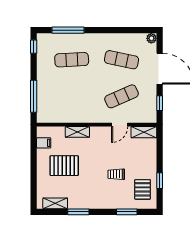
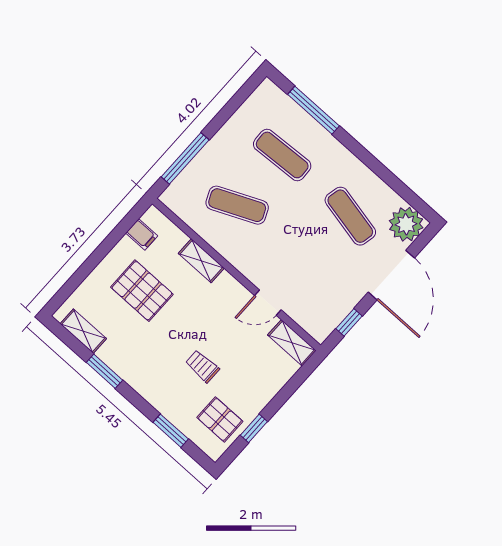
plant: (151, 38) -> (406, 224), width x1.87, depth x1.87
window: (34, 47) -> (246, 90), removed
exercise mat: (122, 96) -> (237, 205), moved
pallet: (143, 189) -> (220, 419), turned 90

